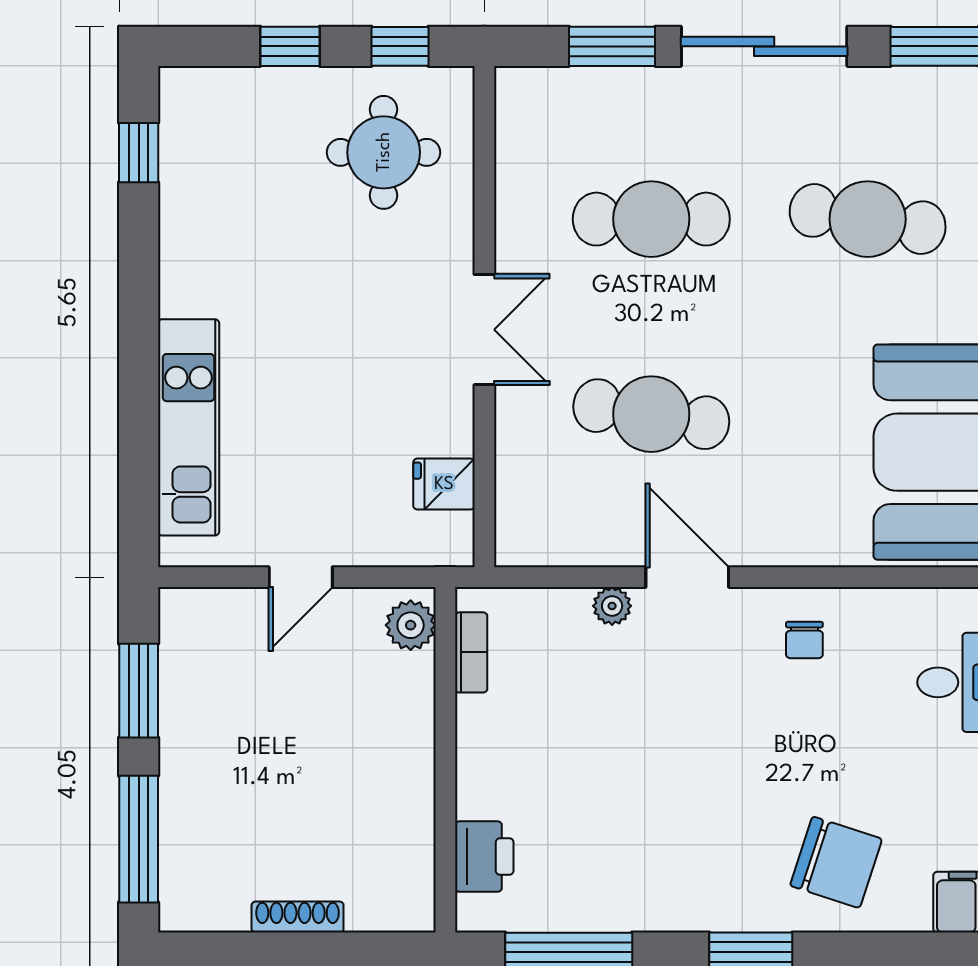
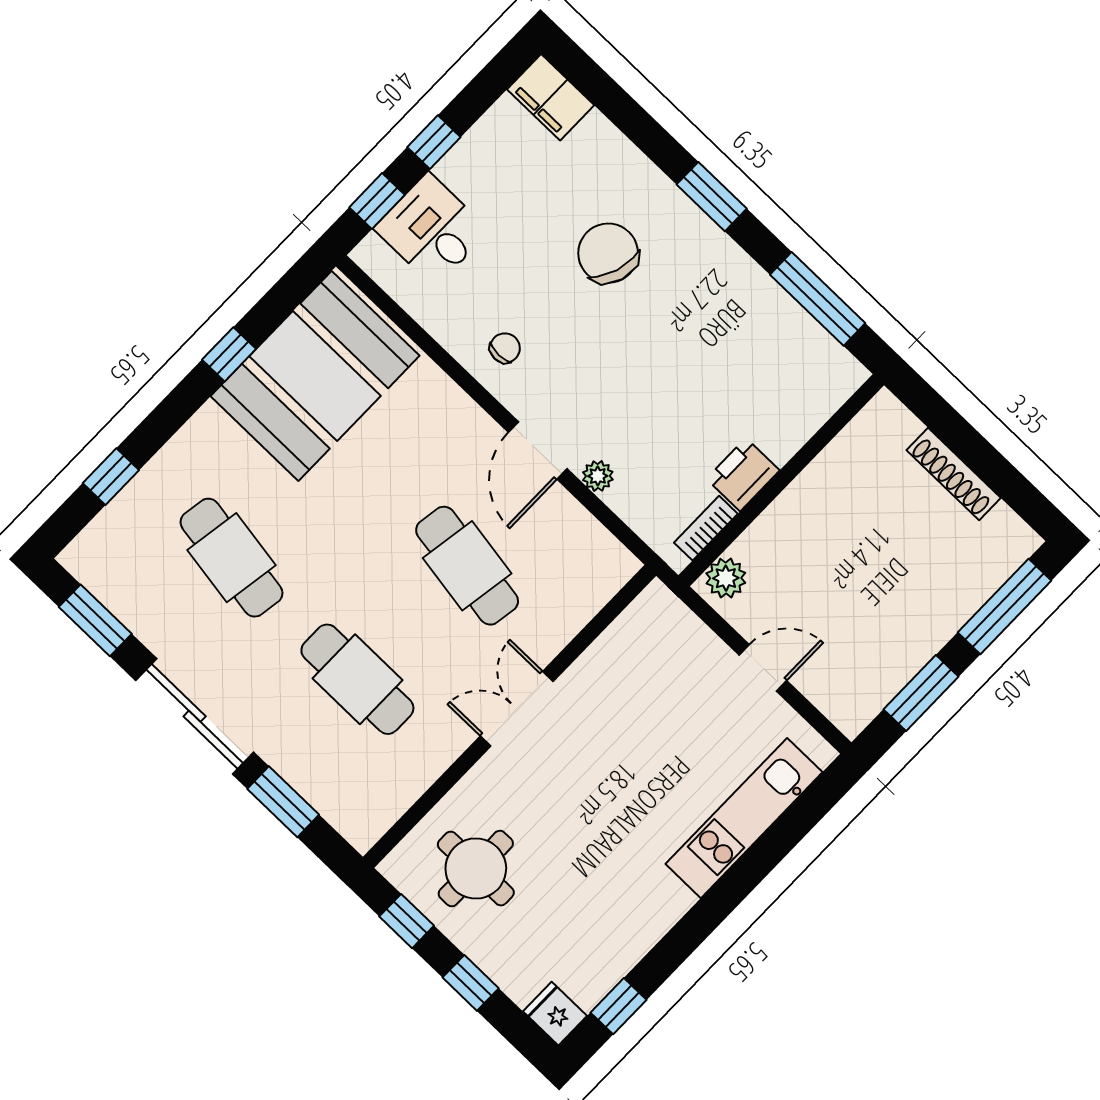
fridge: (444, 484) -> (555, 1014), moved, turned 180
printer: (484, 857) -> (743, 475), moved
chair: (836, 862) -> (608, 253), moved
shoe rack: (298, 917) -> (954, 474), width x1.36, depth x1.24

